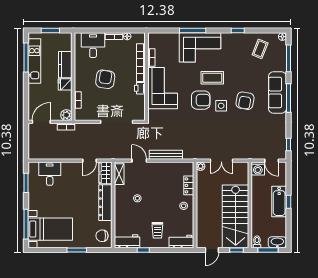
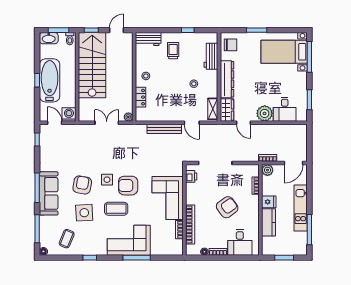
kitchen unit: (34, 61) -> (301, 208), moved
side table: (243, 74) -> (84, 213), added
armchair: (105, 79) -> (227, 207), turned -134
printer: (140, 88) -> (191, 176), moved
door: (89, 161) -> (244, 123), swing flipped
plant: (69, 170) -> (265, 113), added
bathtub: (279, 202) -> (50, 80), width x1.36, depth x1.36
workbench: (127, 241) -> (211, 56), moved, turned 90

